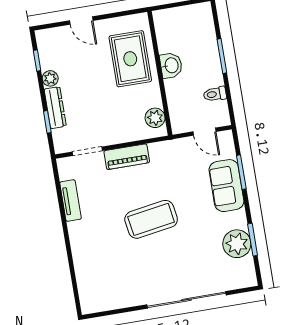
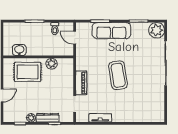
washbasin: (171, 65) -> (19, 50), moved
plant: (155, 118) -> (52, 64), moved
door: (204, 132) -> (75, 38), swing flipped
sofa: (226, 186) -> (111, 31), width x1.36
plant: (237, 244) -> (157, 30), moved

